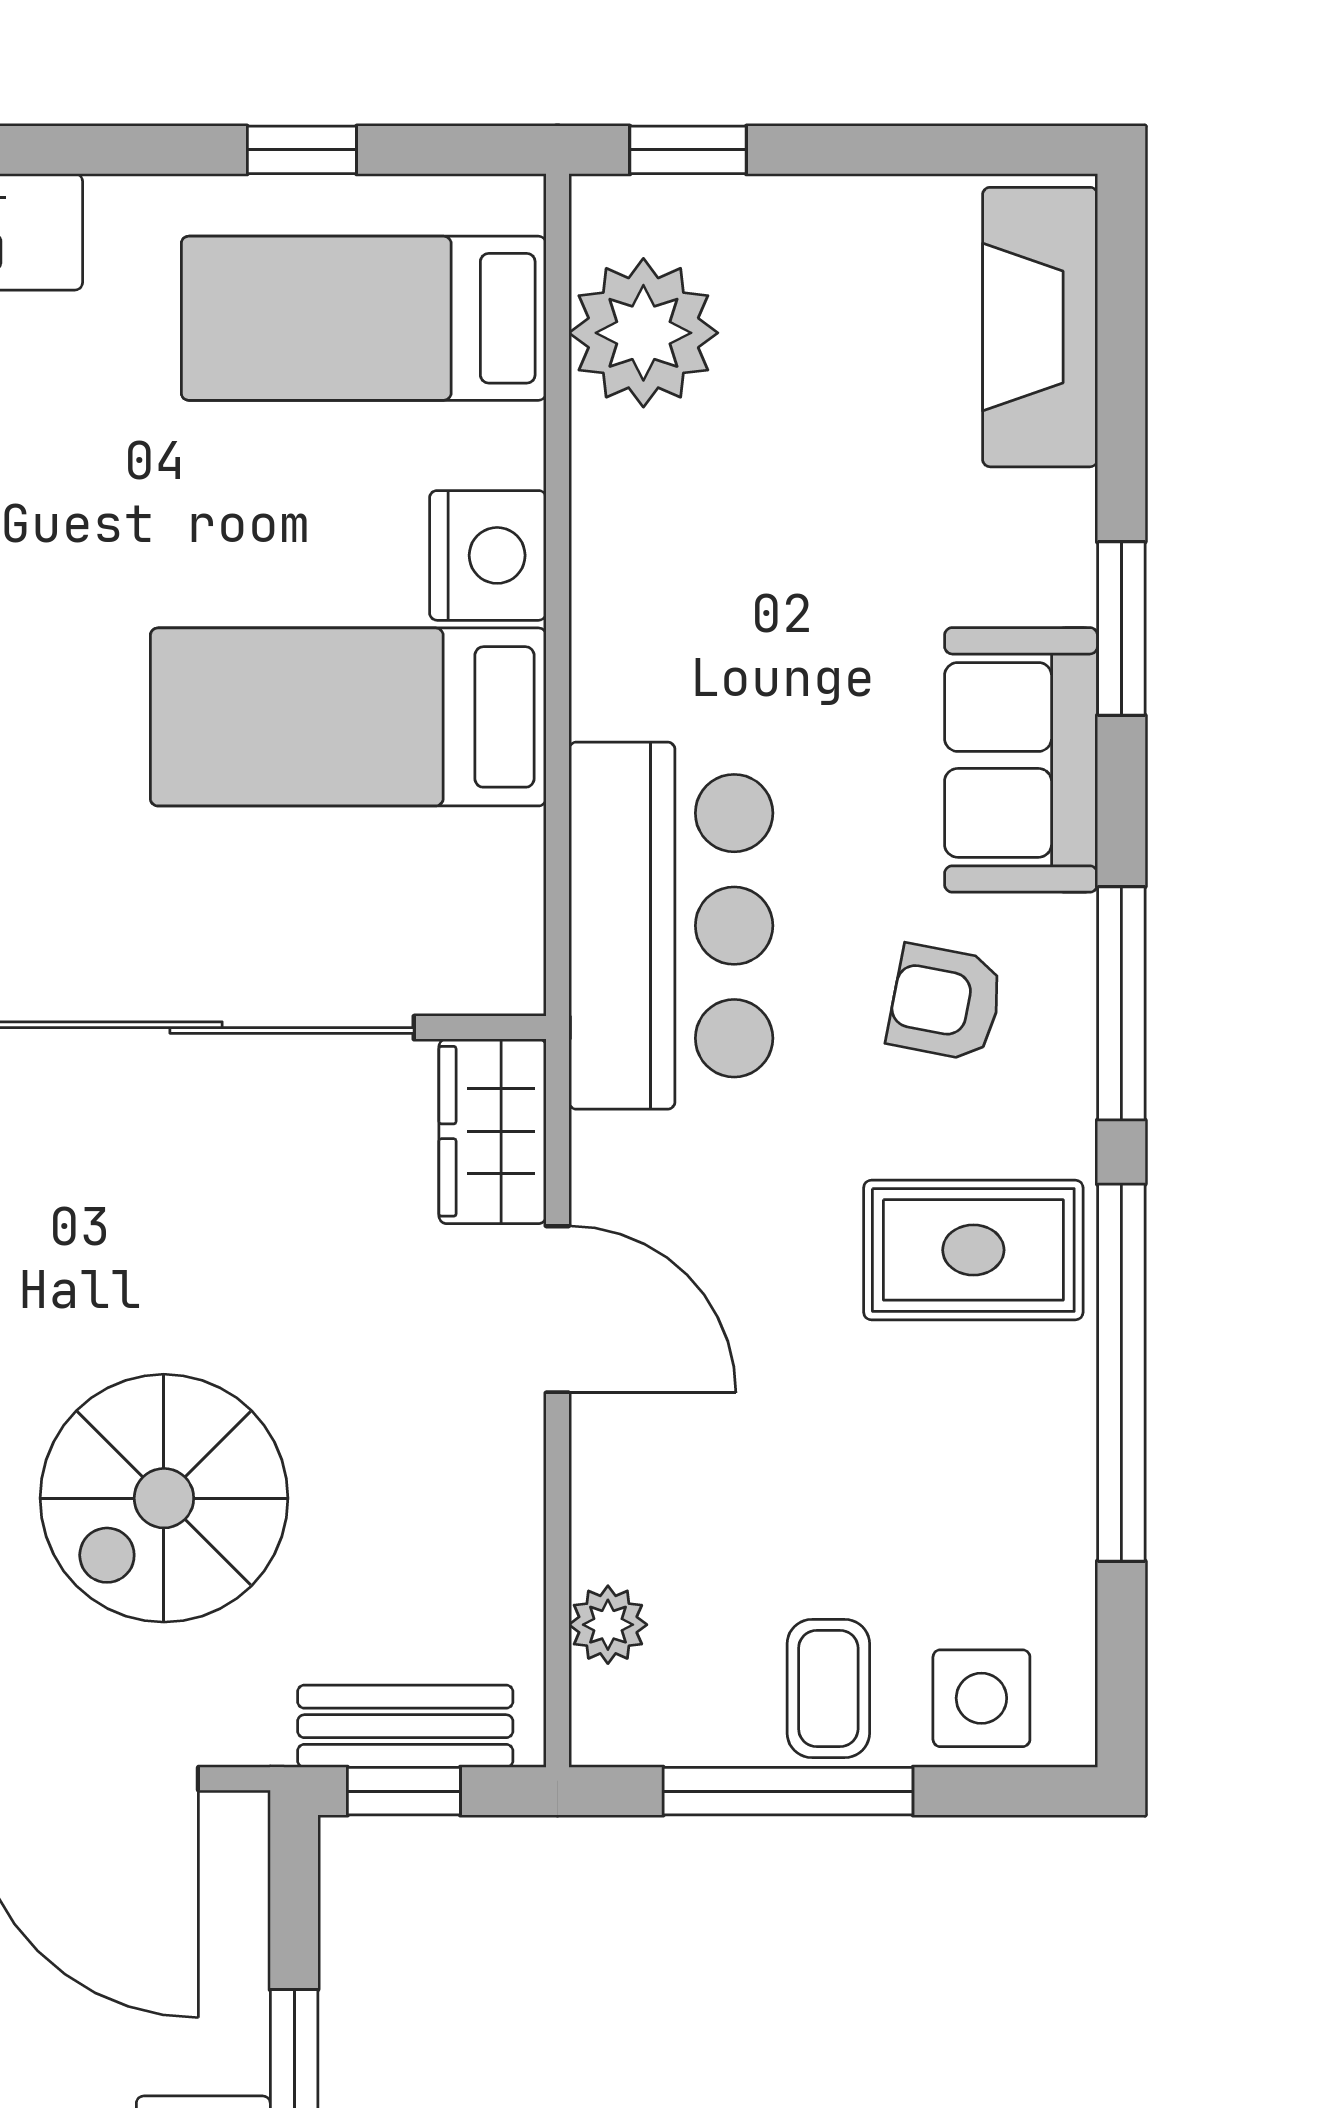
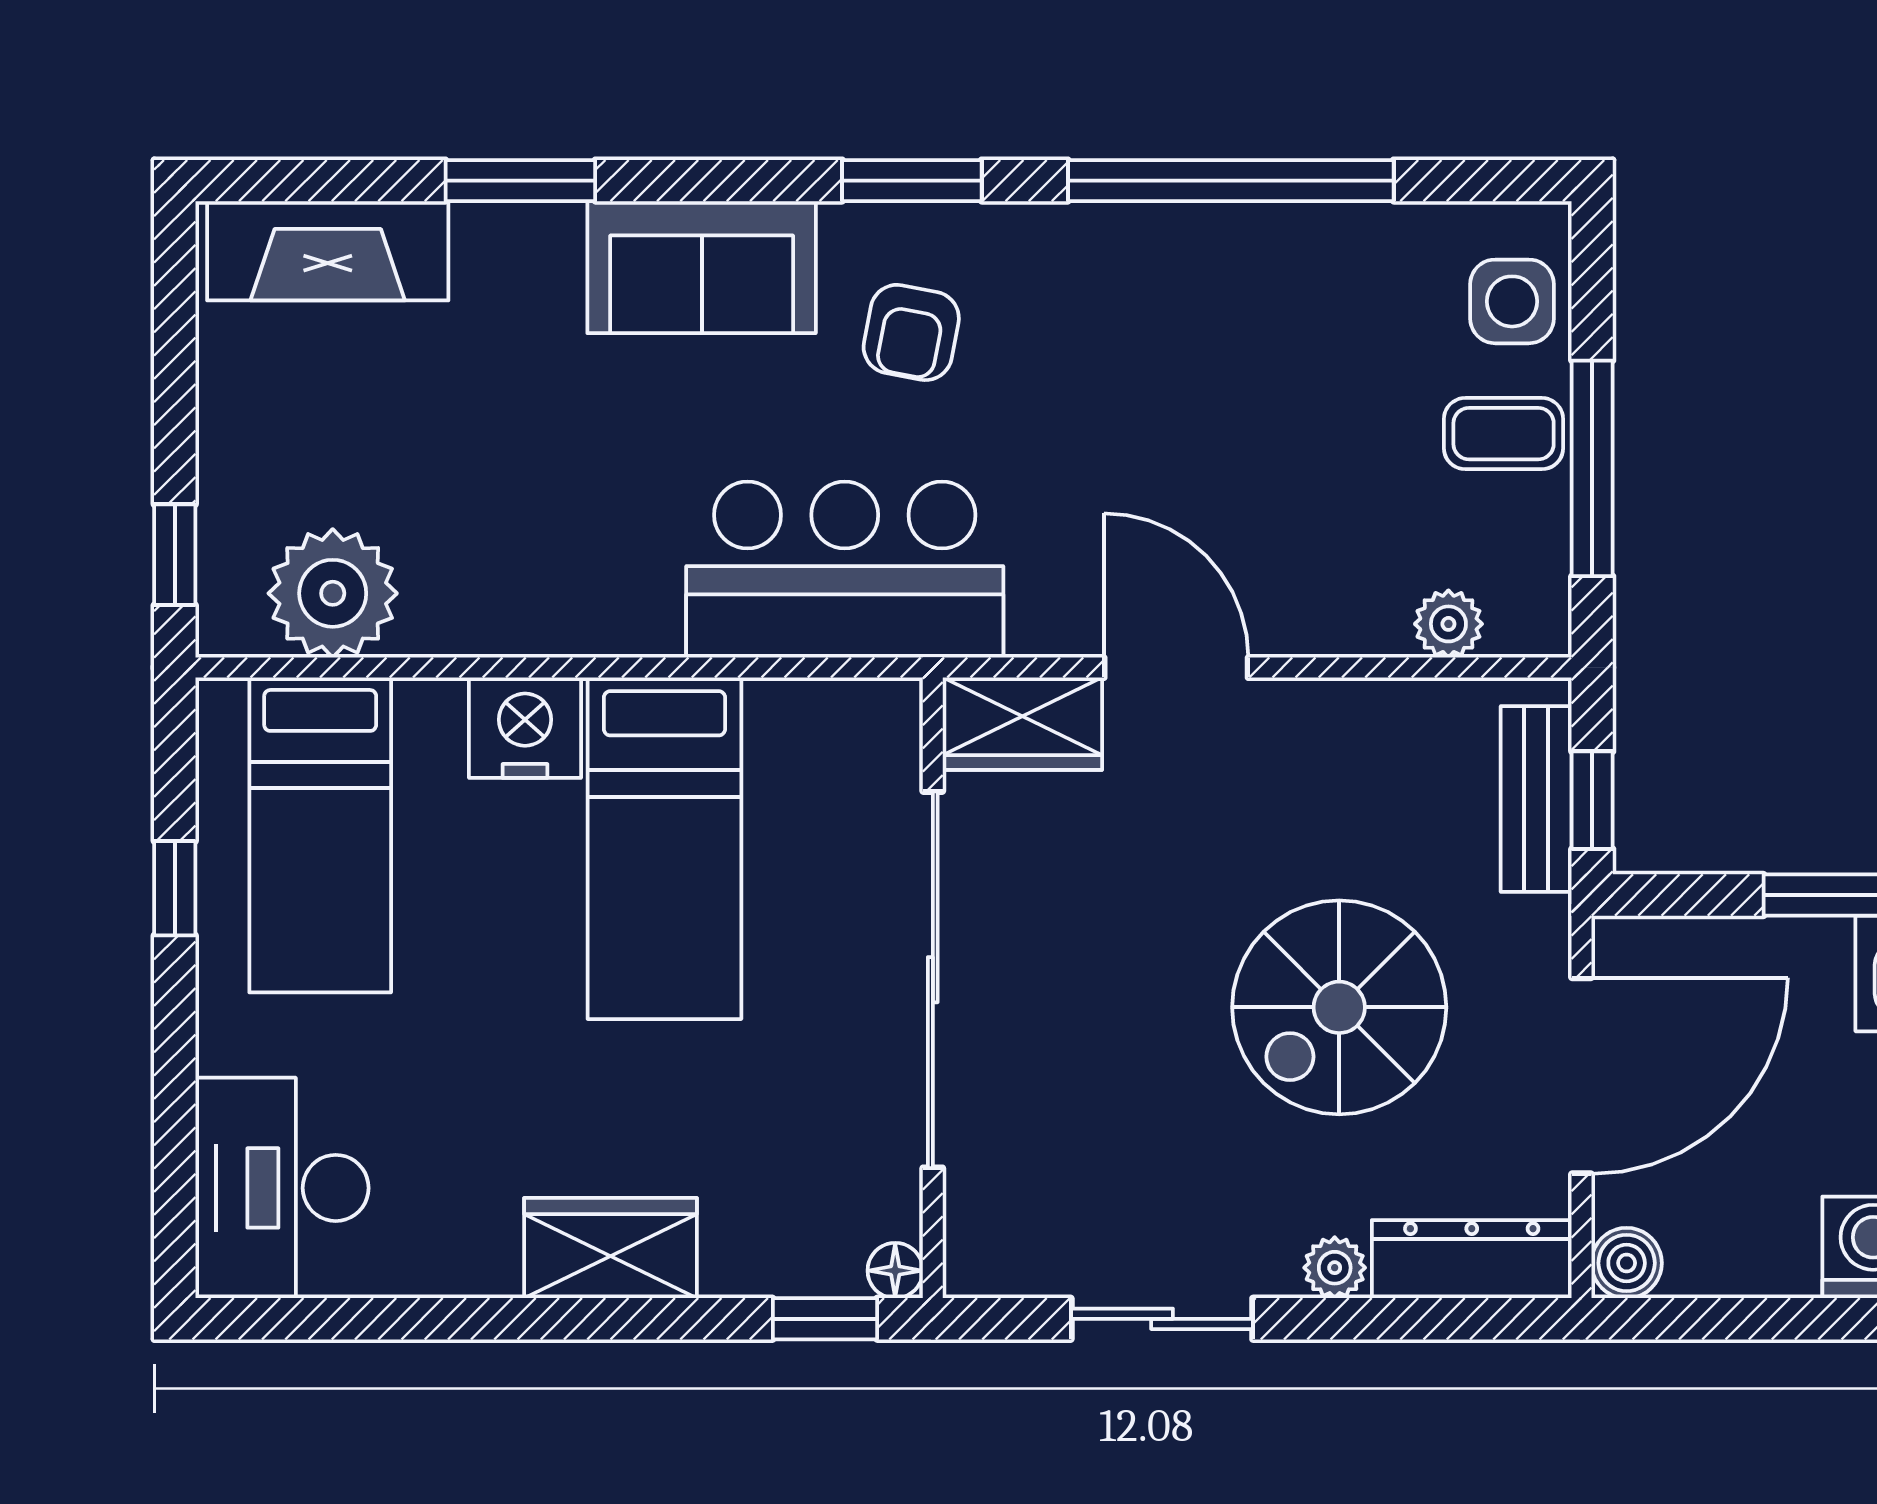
window: (1121, 629) -> (520, 181), moved
window: (1121, 1003) -> (912, 181), width x0.69
rug: (973, 1250) -> (1125, 308), removed
door: (557, 1309) -> (1176, 668), hinge flipped
spiral stairs: (164, 1498) -> (1339, 1007), turned 90

